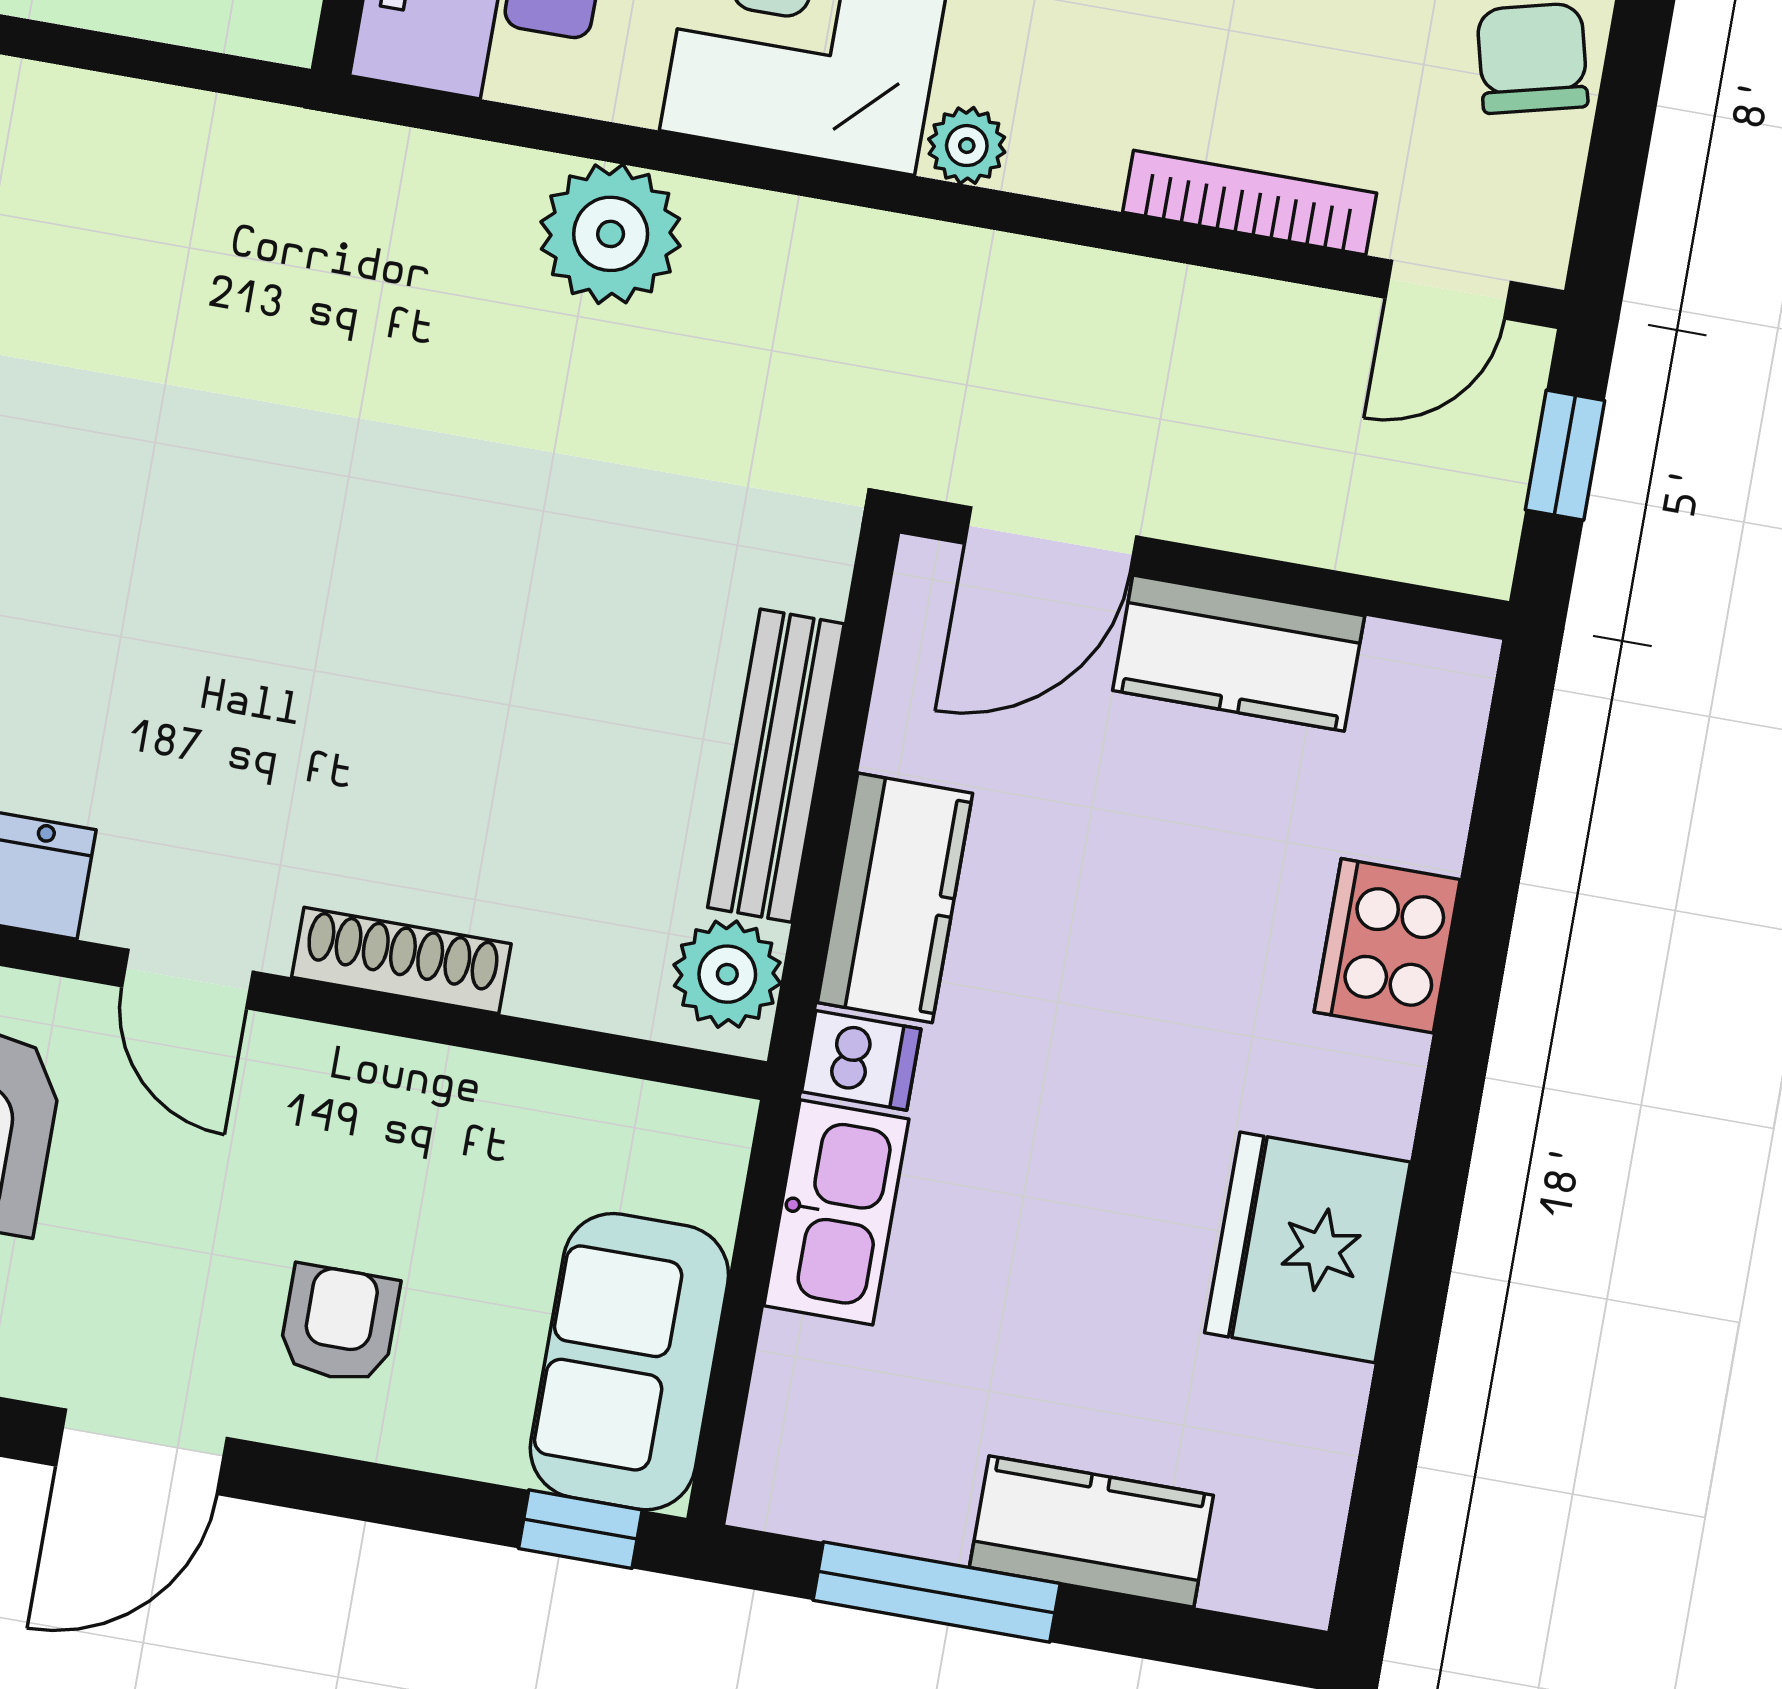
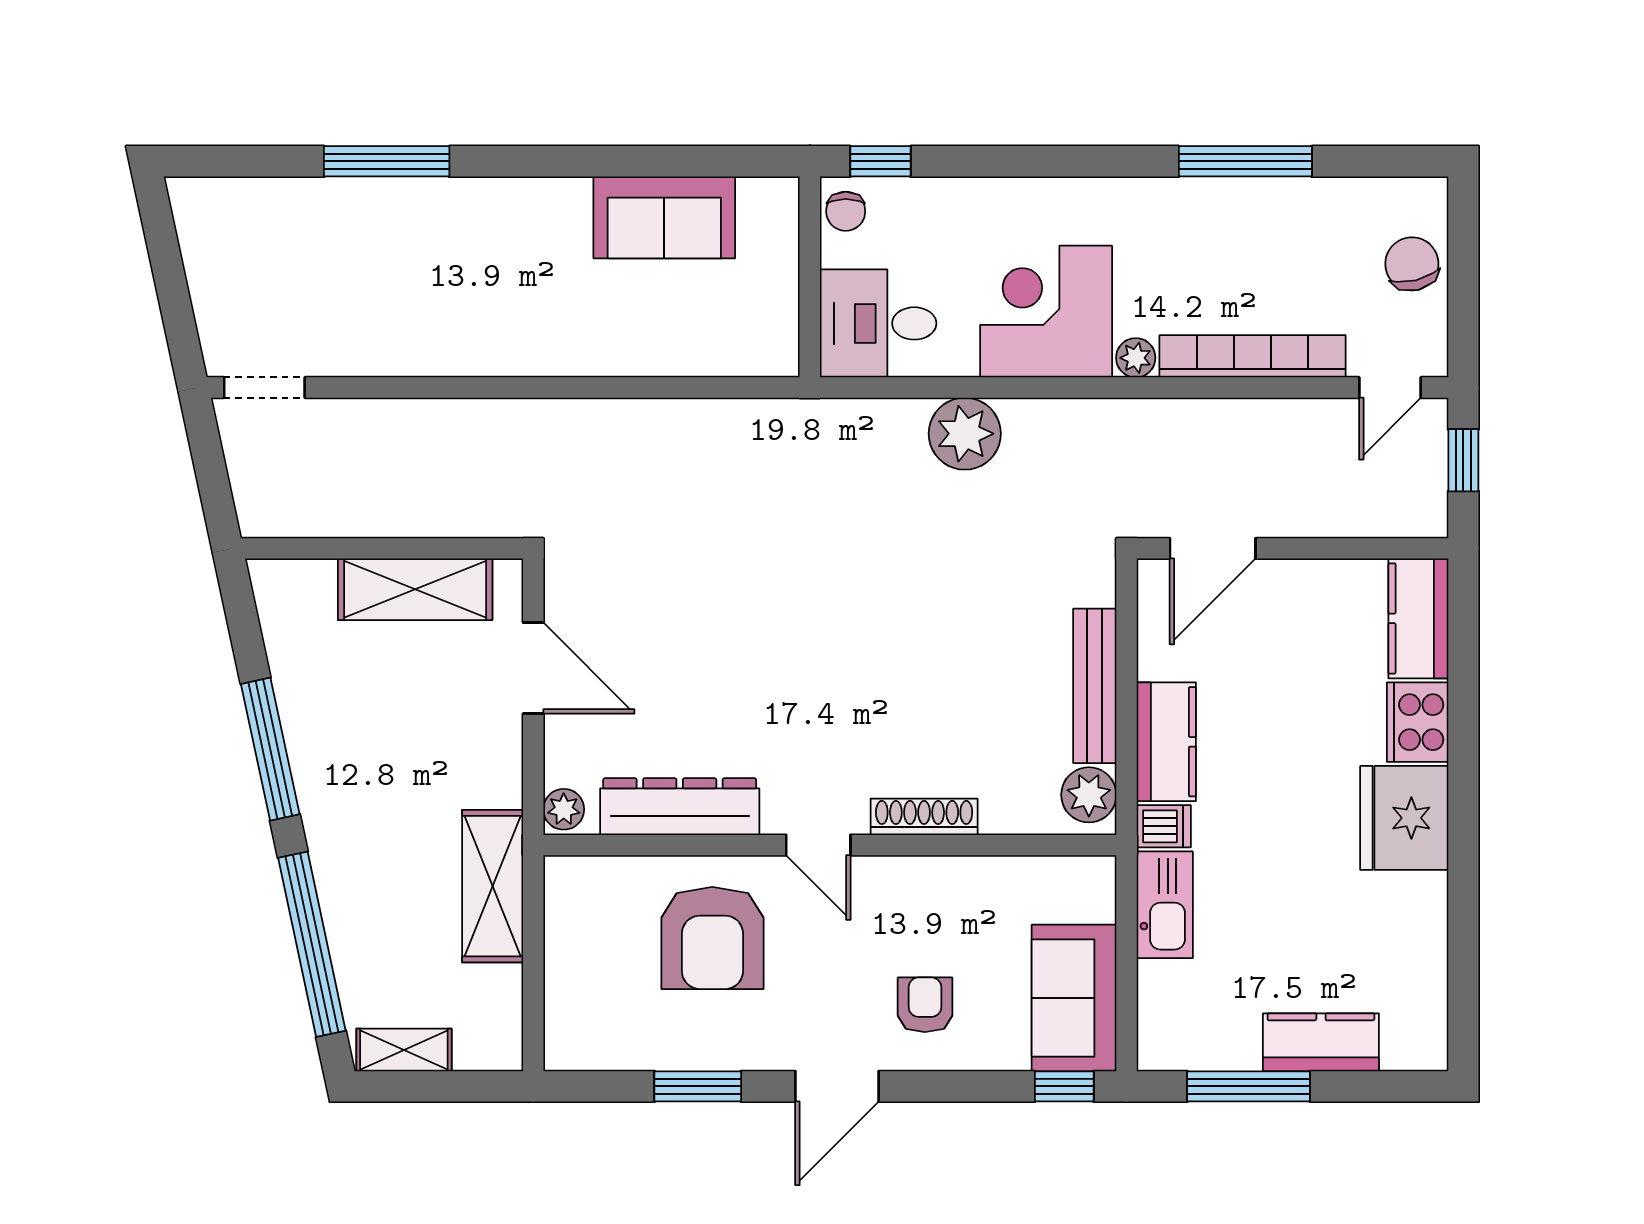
bookcase: (1250, 203) -> (1253, 356), width x1.48, depth x1.31
kitchen counter: (1239, 653) -> (1418, 618), moved, turned 90
fridge: (1307, 1247) -> (1404, 818), moved

